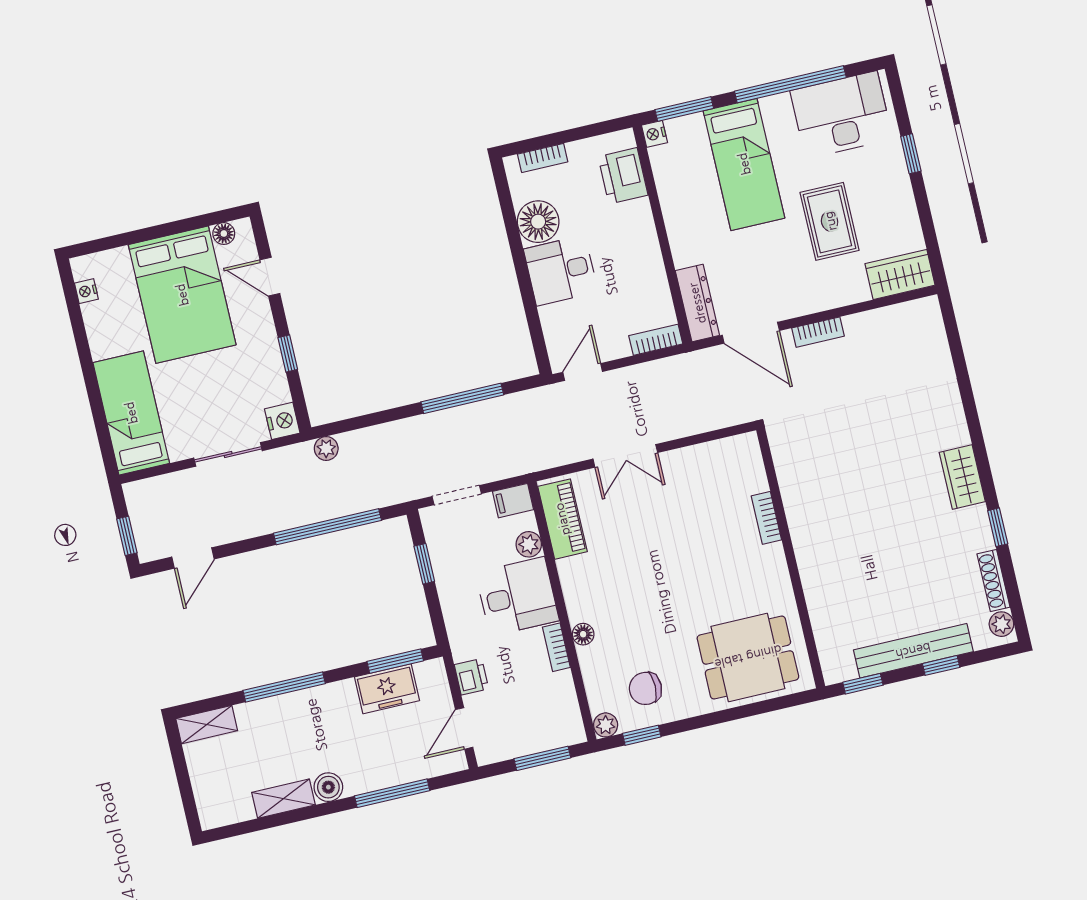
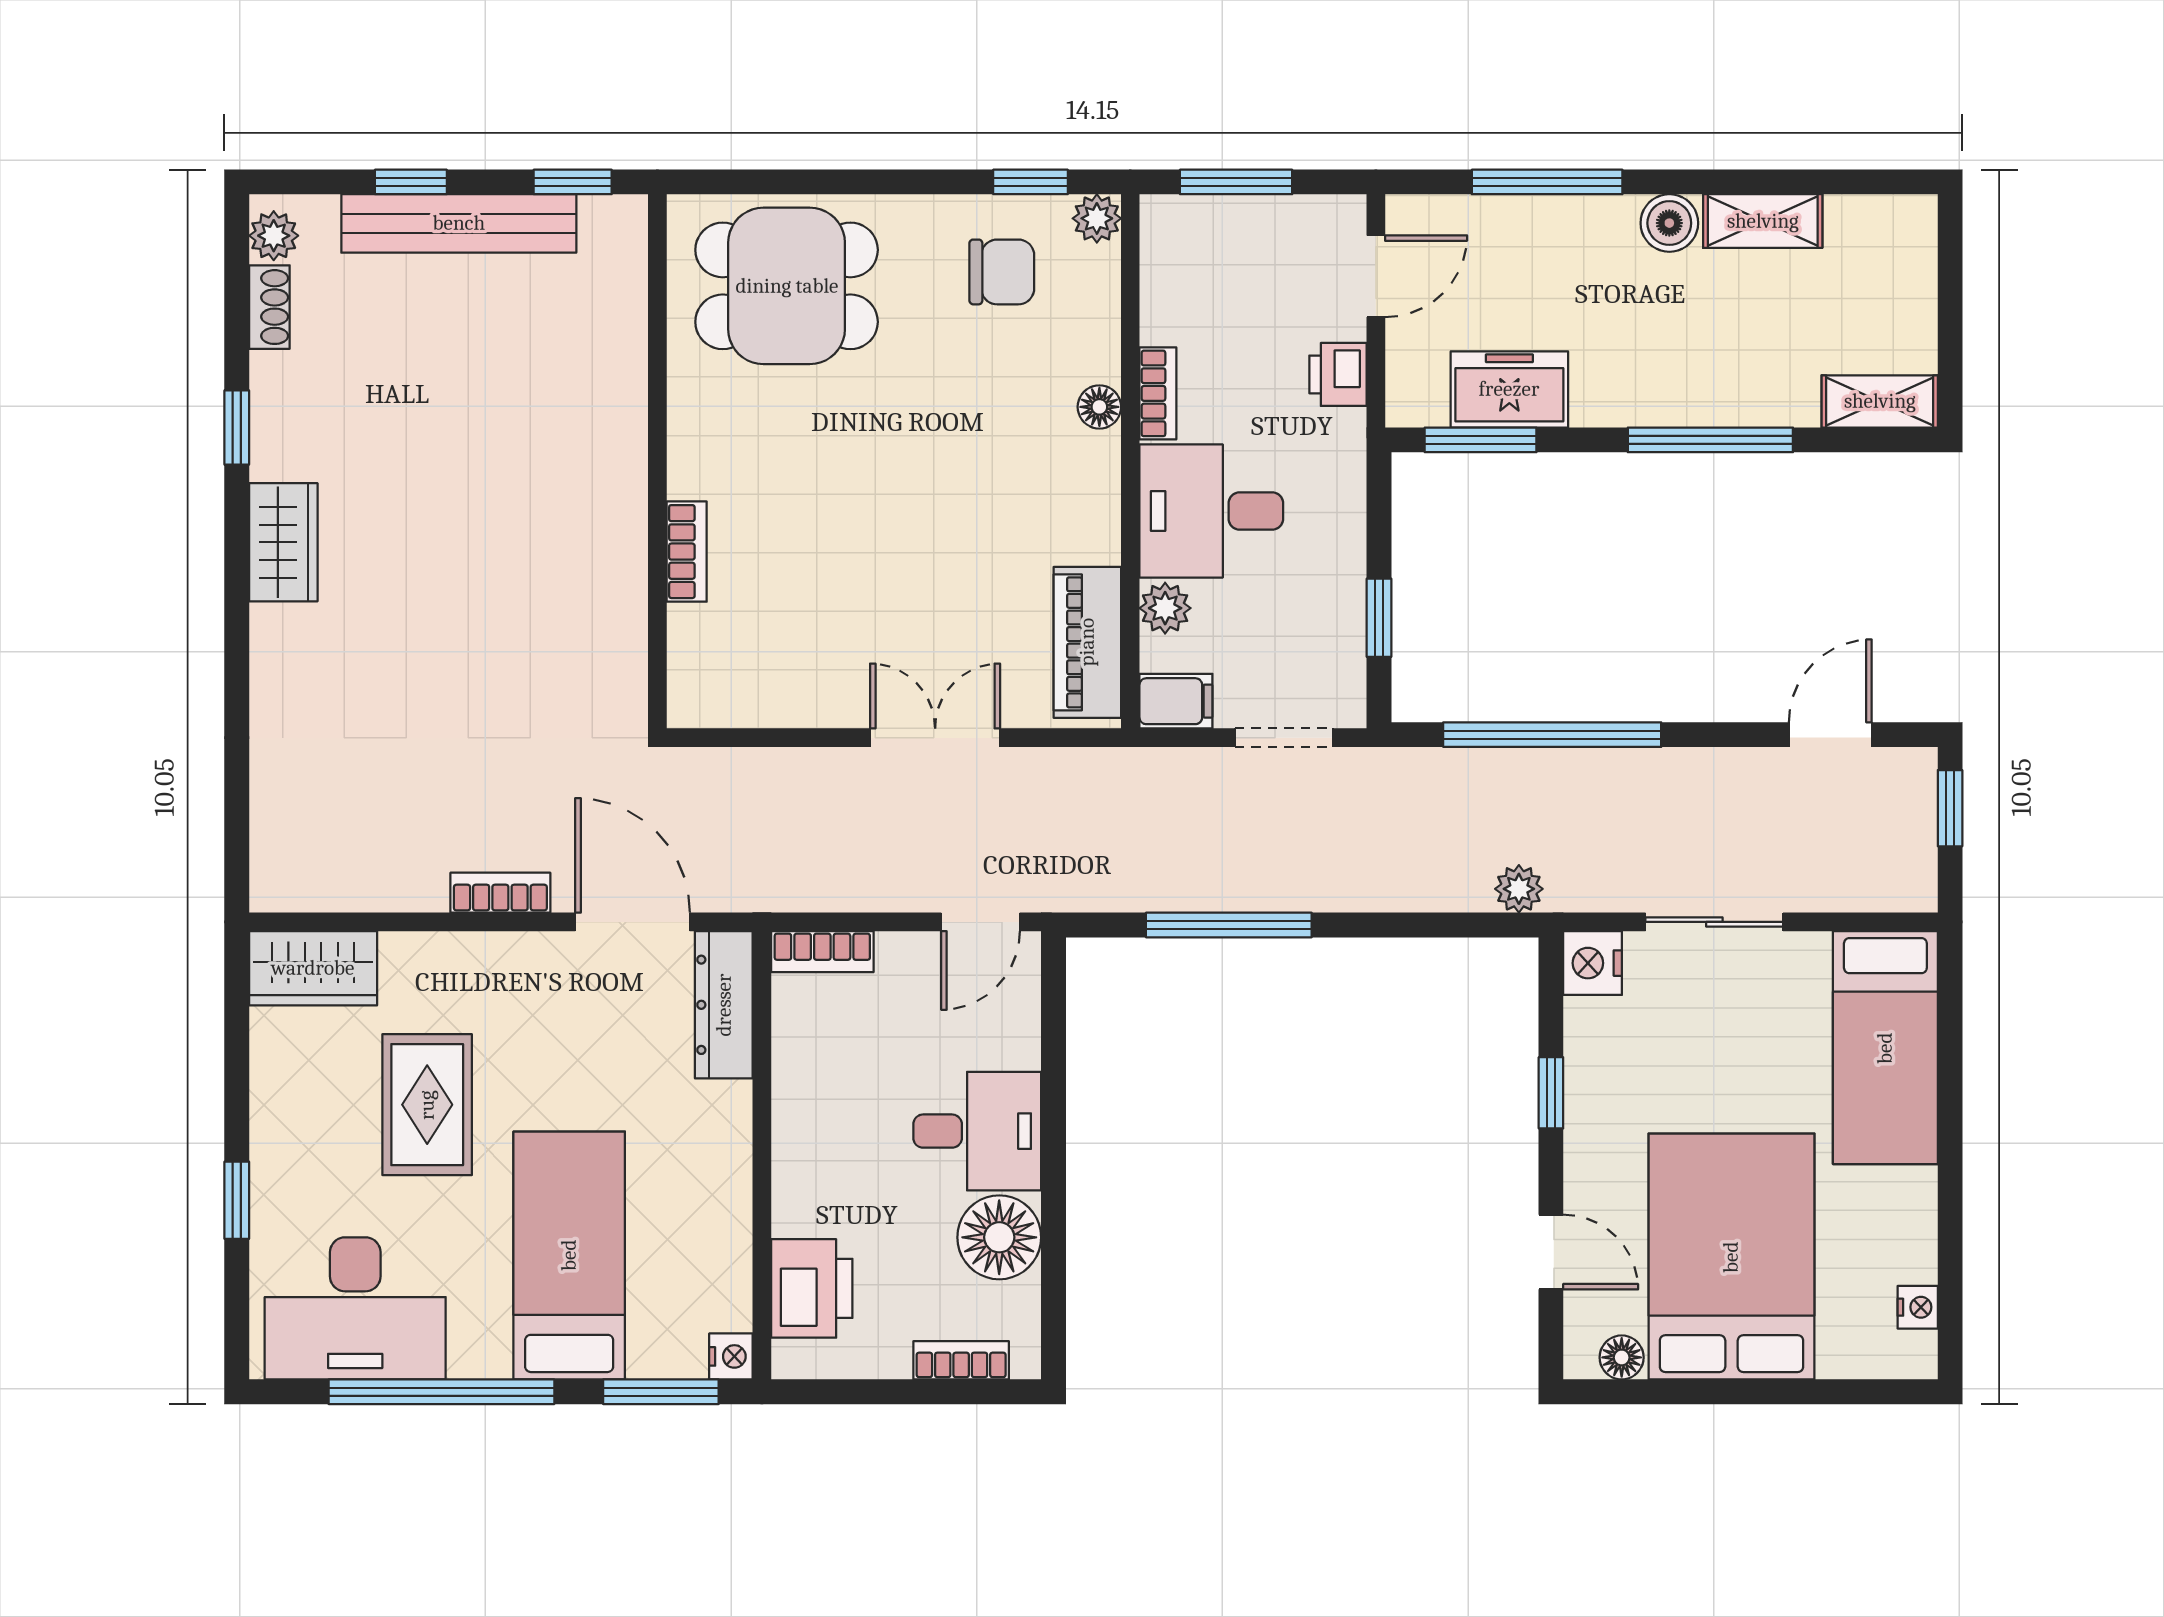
shoe rack: (993, 580) -> (269, 307), width x0.70

